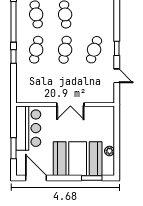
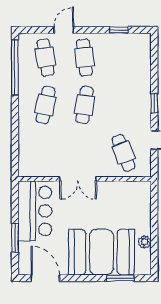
cafe table: (94, 50) -> (124, 153), moved, turned -39
window: (13, 56) -> (15, 114), removed
double door: (70, 104) -> (78, 179), moved

